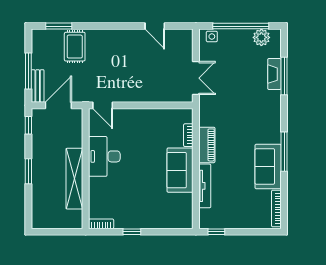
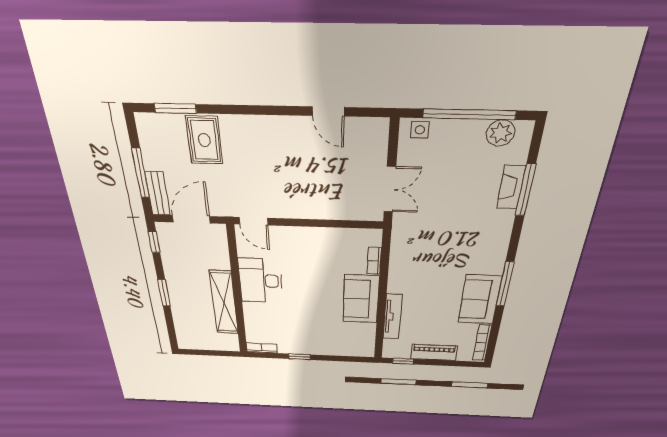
piano: (207, 145) -> (434, 352), moved, turned -90

